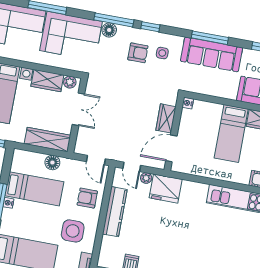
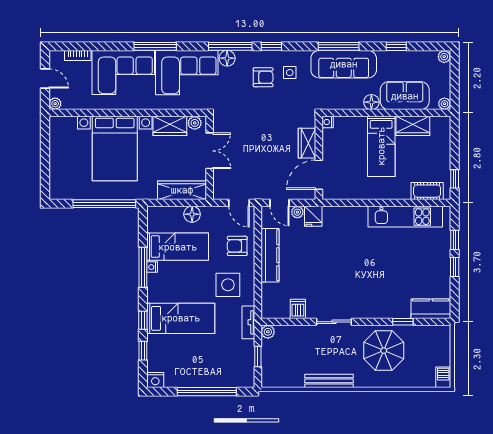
floor lamp: (230, 93) -> (371, 102), added
fridge: (166, 189) -> (313, 216), width x0.53, depth x0.75

